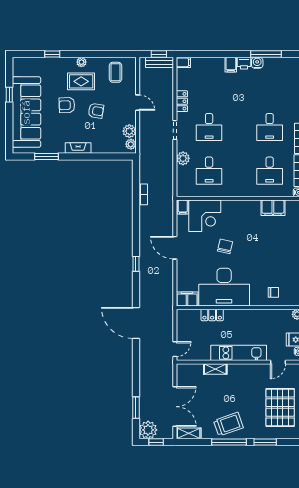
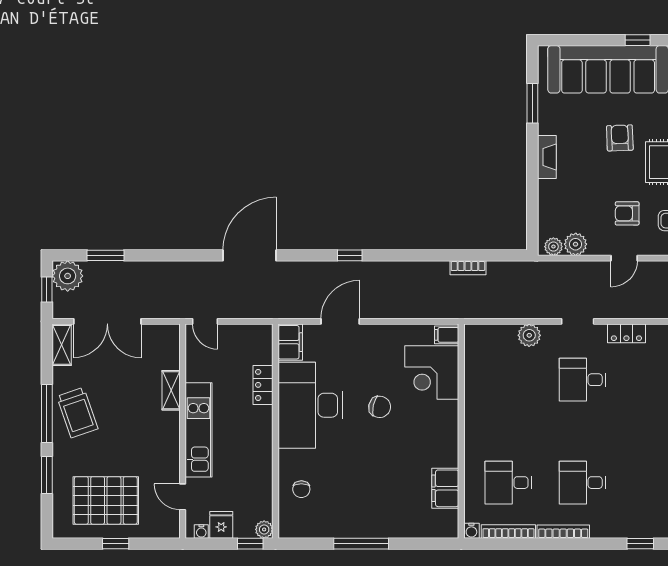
armchair: (96, 111) -> (627, 213), moved, turned 81
desk: (209, 171) -> (508, 380), removed
door: (175, 248) -> (340, 321), moved

